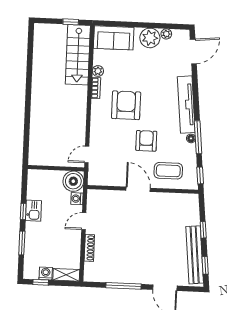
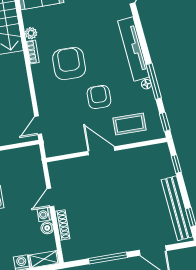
boiler: (73, 181) -> (47, 228), moved, width x0.54, depth x0.54
washing machine: (77, 199) -> (44, 214), moved
window: (203, 230) -> (176, 164), moved

